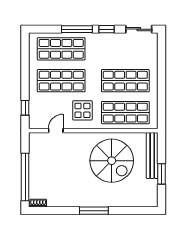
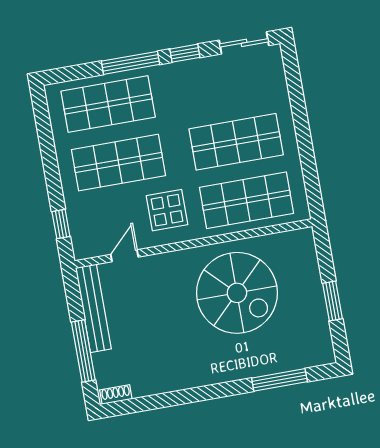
bench: (152, 155) -> (93, 308), moved
window: (25, 177) -> (83, 351), width x0.68
window: (94, 211) -> (279, 380), moved

